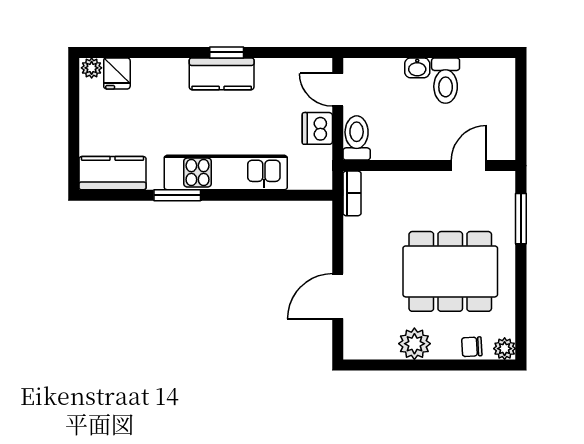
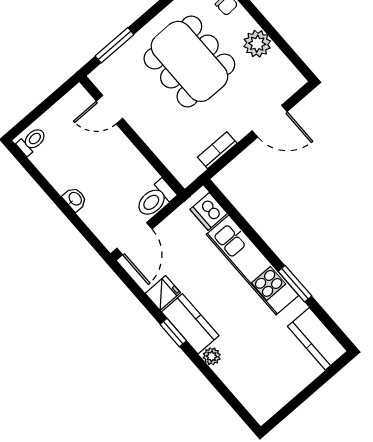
plant: (92, 68) -> (212, 356), moved
fridge: (117, 73) -> (163, 293), moved
toilet: (446, 81) -> (32, 141), moved, width x0.73, depth x0.72
door: (338, 90) -> (135, 239), width x1.38
dishwasher: (317, 128) -> (209, 211), moved, turned 90
bookcase: (352, 193) -> (217, 150), moved

